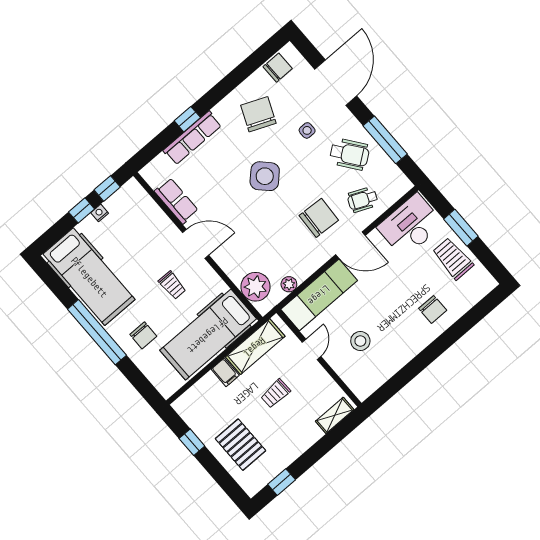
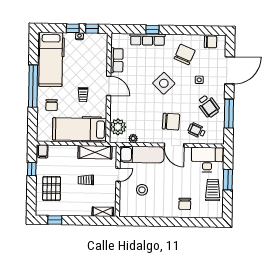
filing cabinet: (225, 372) -> (43, 151), moved

